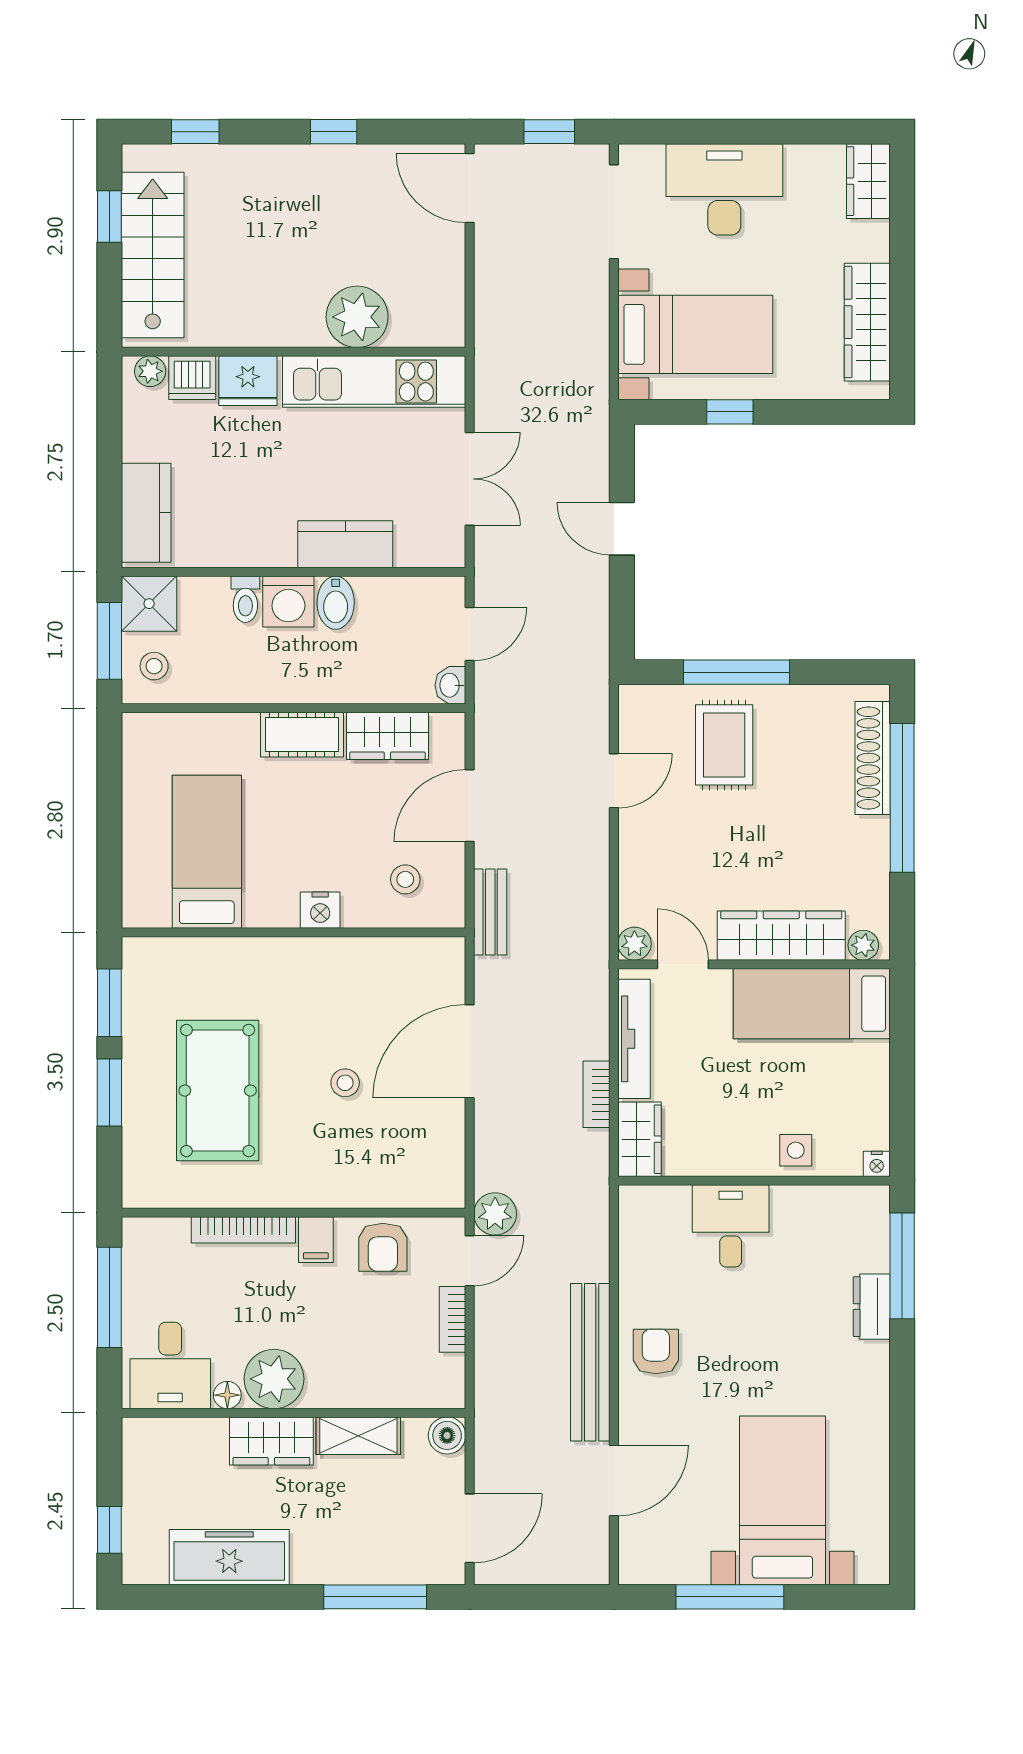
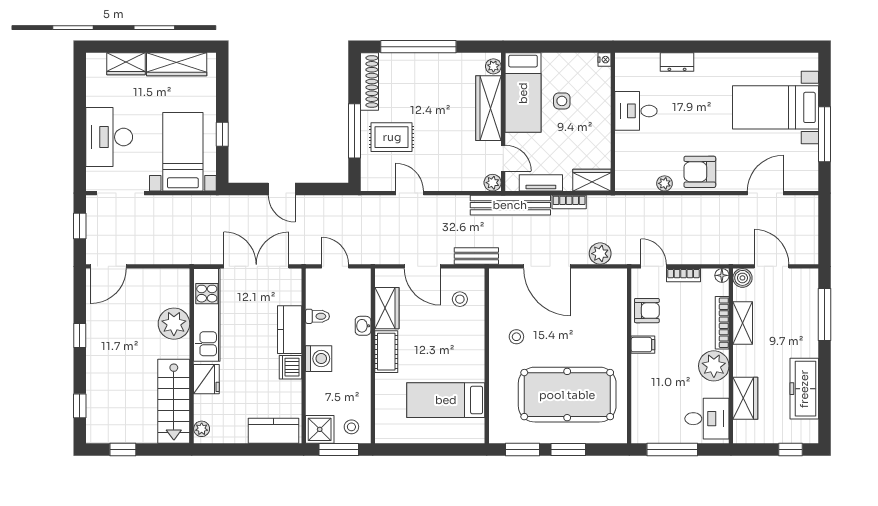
wardrobe: (868, 181) -> (126, 64), moved
stairs: (153, 255) -> (174, 401), moved, turned -90
dishwasher: (192, 378) -> (290, 367), moved, turned 180
double door: (470, 479) -> (256, 266), width x1.37
door: (622, 529) -> (282, 189), hinge flipped
toilet: (245, 599) -> (318, 316), moved
bidet: (336, 603) -> (319, 335), removed
washbasin: (450, 685) -> (363, 326), moved, turned 90
shoe rack: (873, 758) -> (369, 82), moved, turned -90
nightstand: (320, 910) -> (476, 342), removed
door: (683, 964) -> (503, 158), swing flipped
tv unit: (634, 1039) -> (541, 183), width x0.71
stool: (345, 1083) -> (516, 337), moved
pool table: (218, 1091) -> (567, 395), width x1.36, depth x1.32
side table: (796, 1150) -> (562, 101), moved
plant: (495, 1214) -> (600, 254), moved
desk: (731, 1226) -> (636, 111), moved
bookcase: (243, 1230) -> (722, 323), moved, turned 180
window: (902, 1266) -> (656, 47), removed
plant: (633, 1282) -> (665, 183), added
armchair: (656, 1351) -> (700, 172), width x1.38, depth x1.38
bench: (590, 1362) -> (510, 205), moved
floor lamp: (227, 1395) -> (722, 275), moved
wardrobe: (271, 1441) -> (745, 398), moved
door: (614, 1480) -> (765, 193), hinge flipped
door: (470, 1528) -> (771, 266), moved

